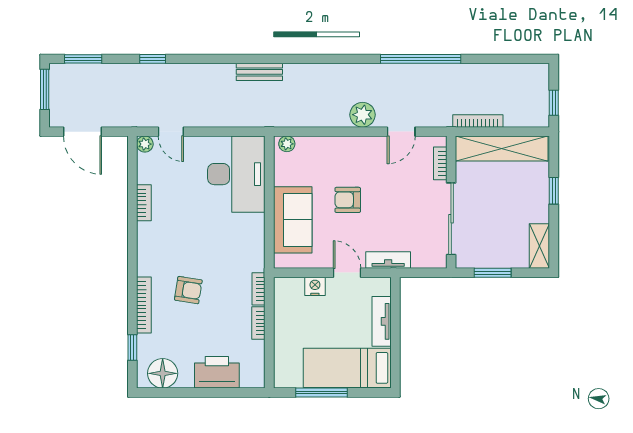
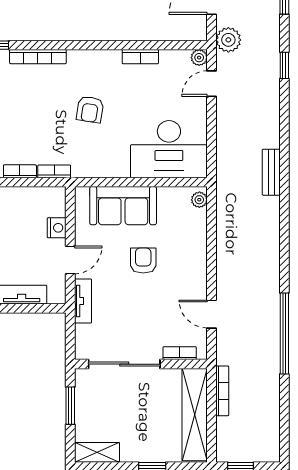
plant: (362, 115) -> (228, 40), moved
armchair: (188, 290) -> (90, 109), moved

